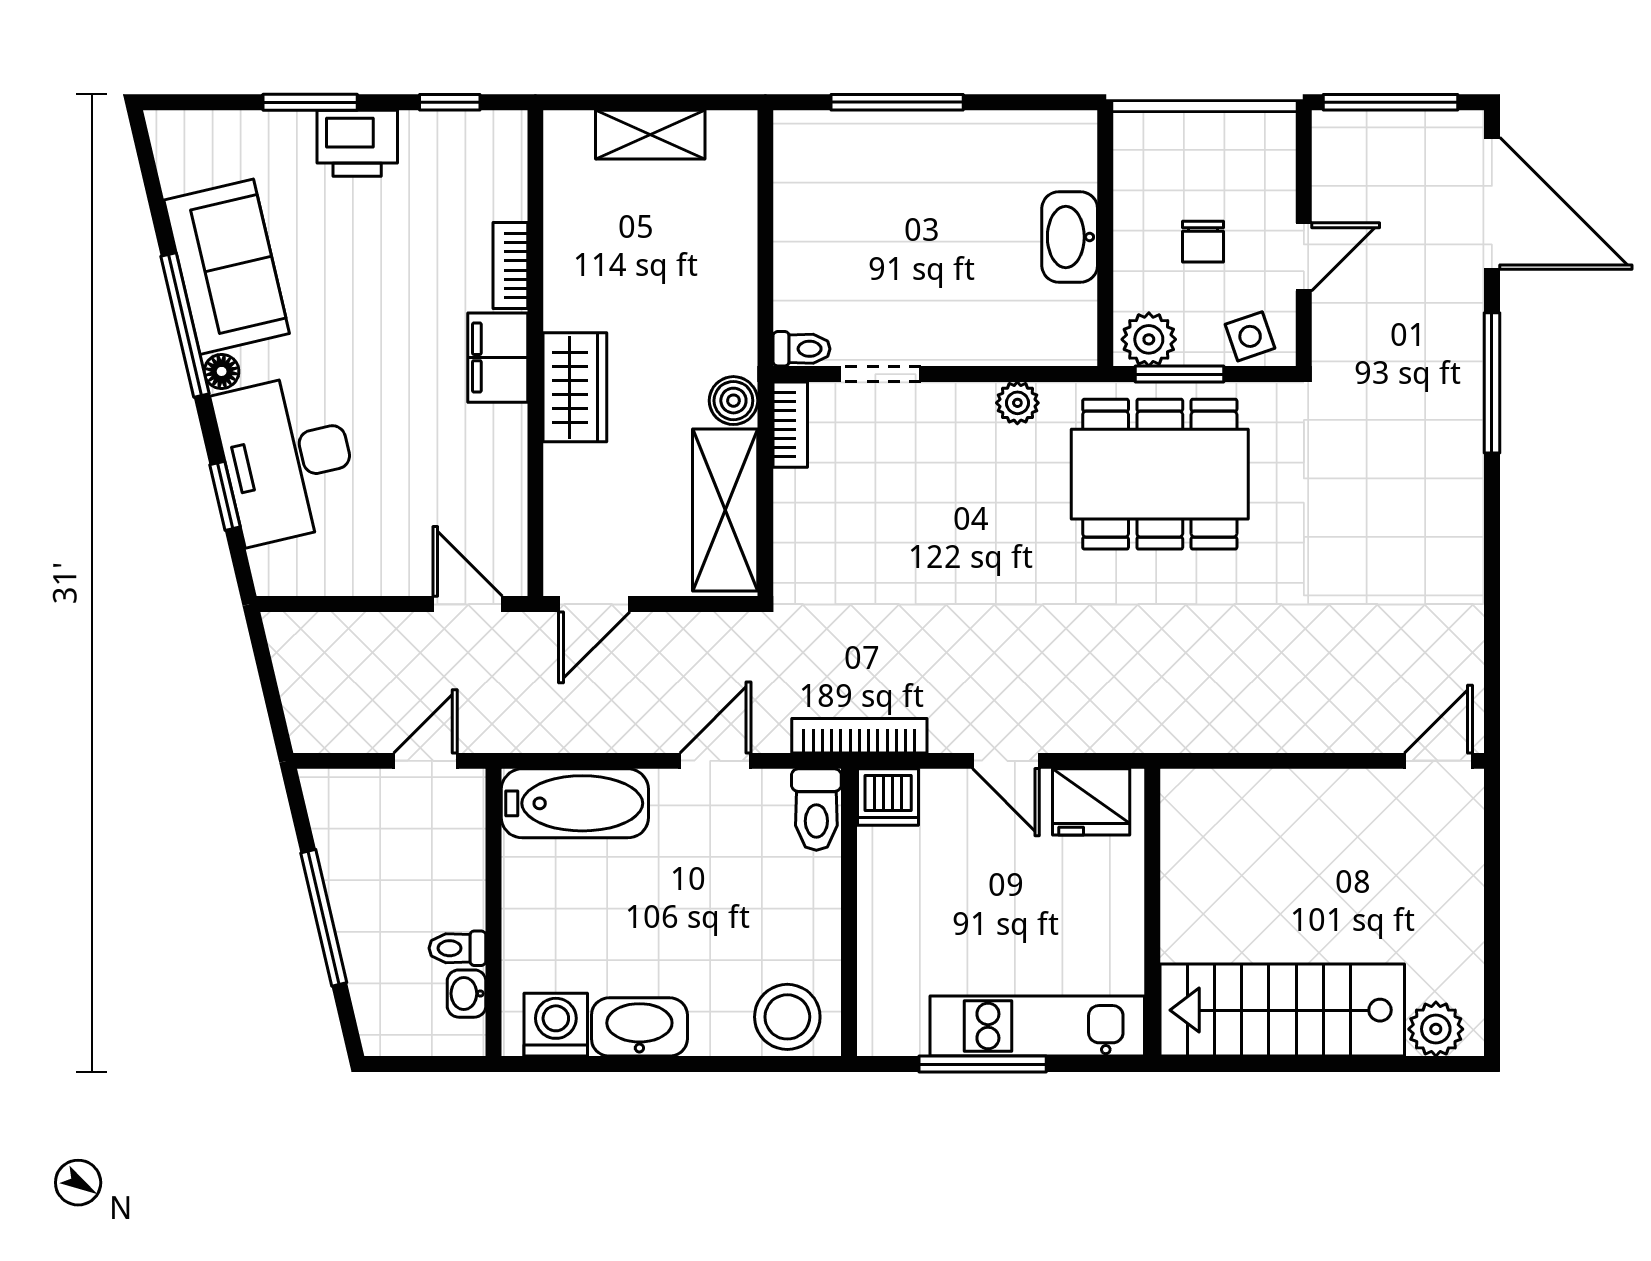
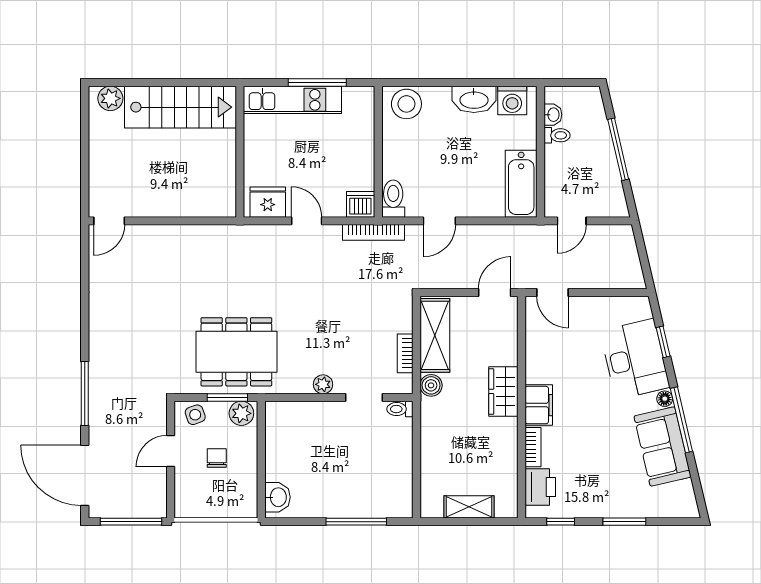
printer: (357, 143) -> (540, 487), moved, turned 90
washbasin: (1070, 237) -> (278, 497), moved, width x0.72
plant: (1017, 403) -> (323, 384), moved
bookcase: (790, 425) -> (405, 353), moved
bathtub: (575, 803) -> (521, 184), moved, turned -90

